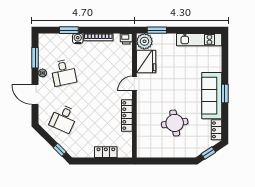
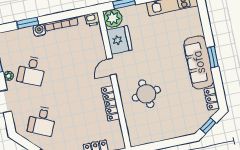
desk: (64, 73) -> (32, 71), turned 36
round table: (175, 123) -> (146, 94), moved

